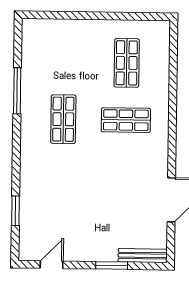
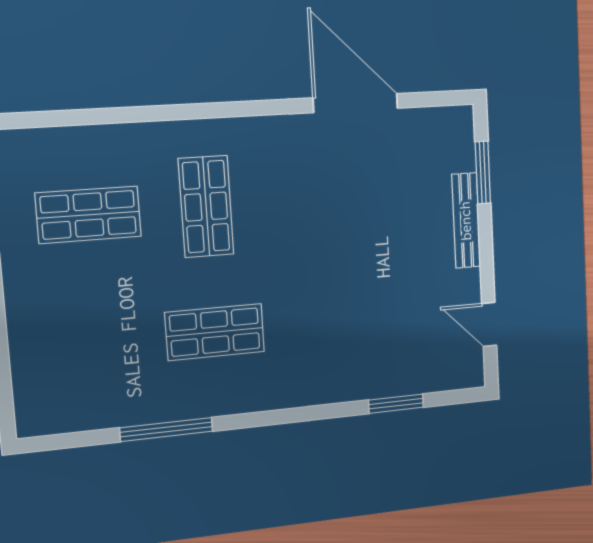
bench: (143, 256) -> (466, 221), moved
window: (112, 265) -> (483, 173), moved

